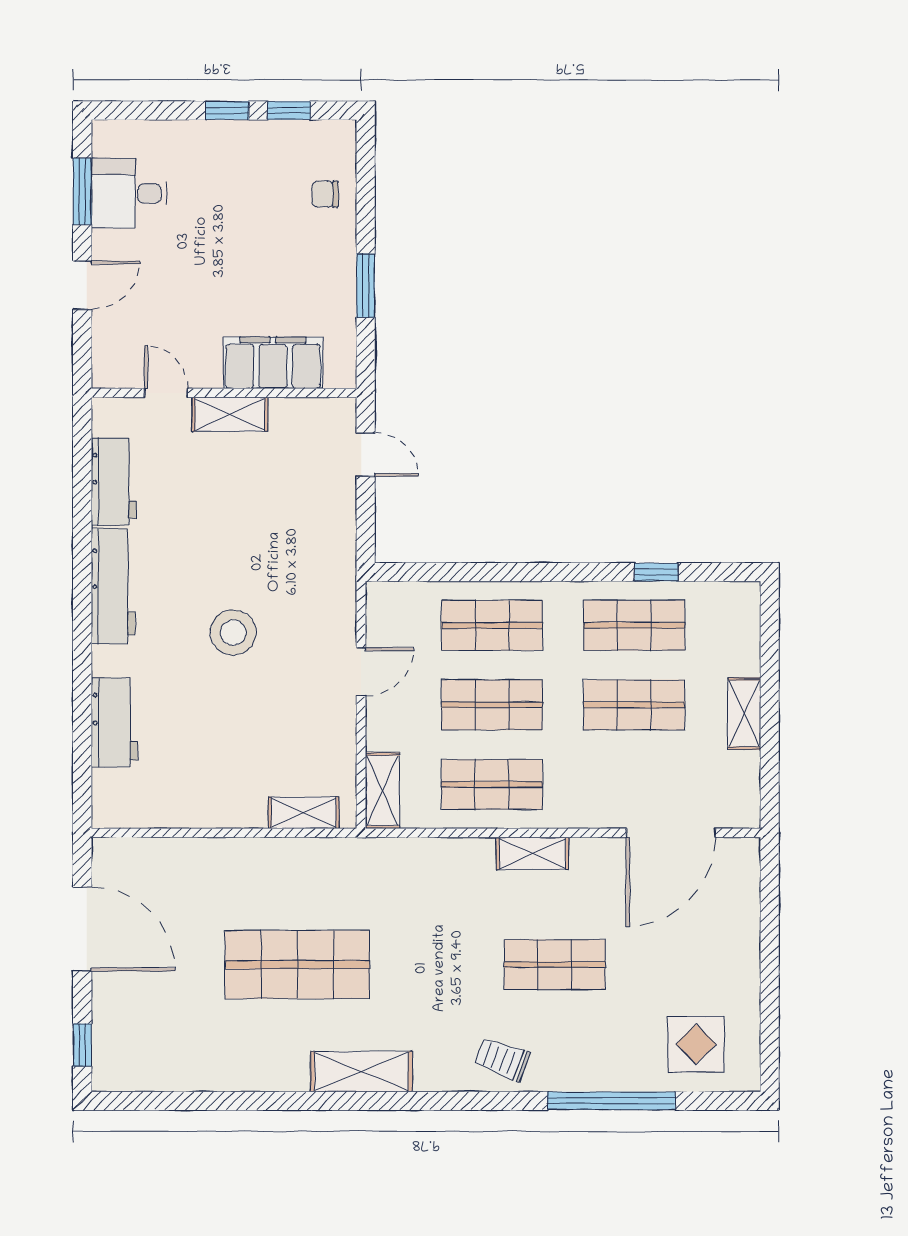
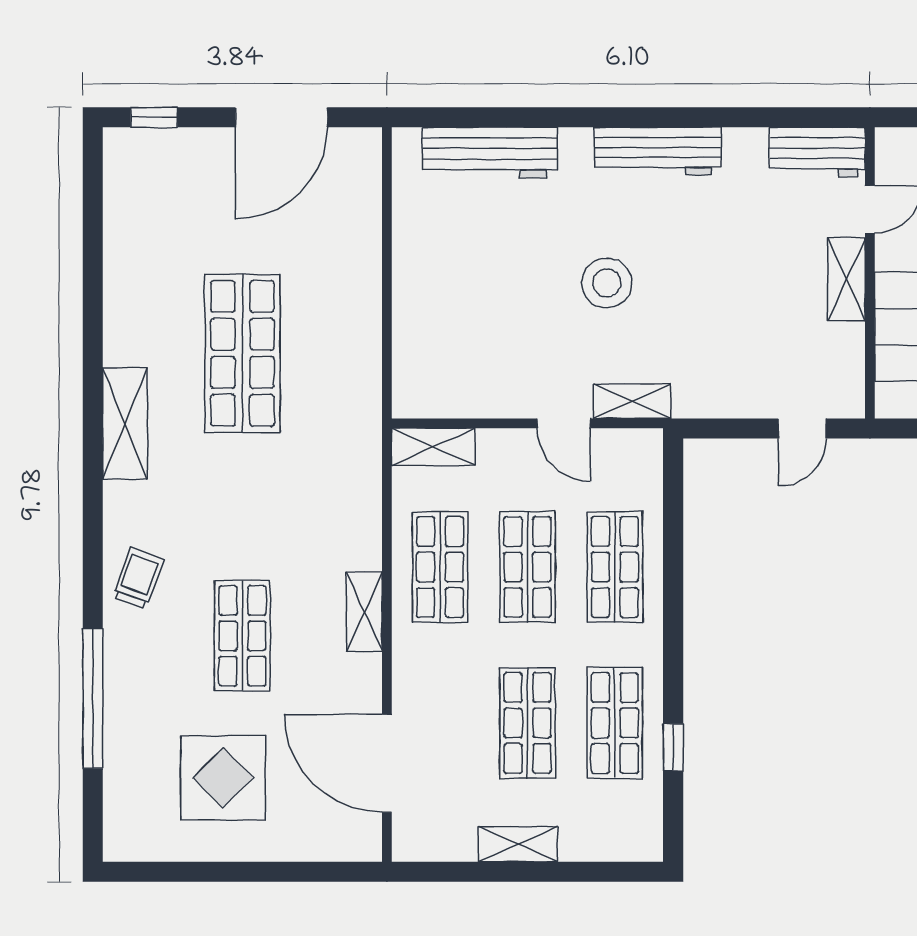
workbench: (114, 482) -> (817, 152), moved
workbench: (114, 722) -> (490, 153), width x1.37
shelving: (304, 813) -> (632, 401), moved, turned 90
display table: (696, 1044) -> (223, 778), moved, width x1.36, depth x1.36

